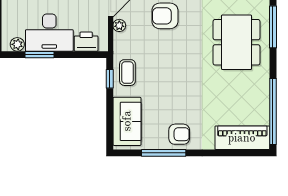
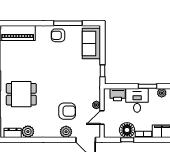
desk: (49, 33) -> (137, 100), width x0.73
dining table: (236, 42) -> (21, 94), width x0.73
coffee table: (127, 73) -> (91, 75), removed

